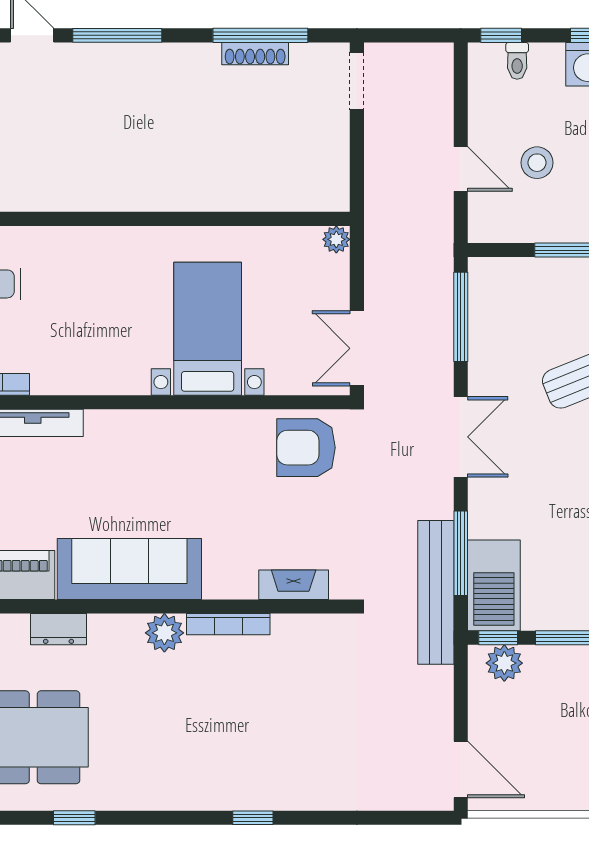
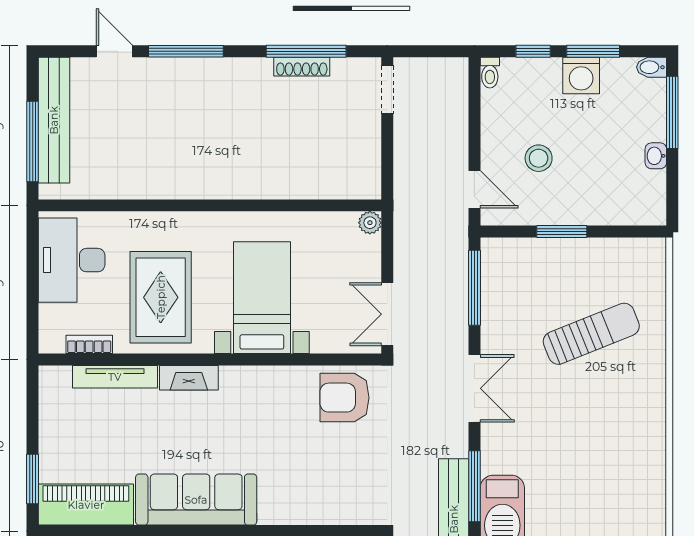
window: (501, 35) -> (533, 51), moved
toilet: (517, 61) -> (490, 73), moved
door: (461, 169) -> (474, 189), moved
rug: (87, 328) -> (161, 297), added
fireplace: (294, 585) -> (189, 378), moved, turned 180

